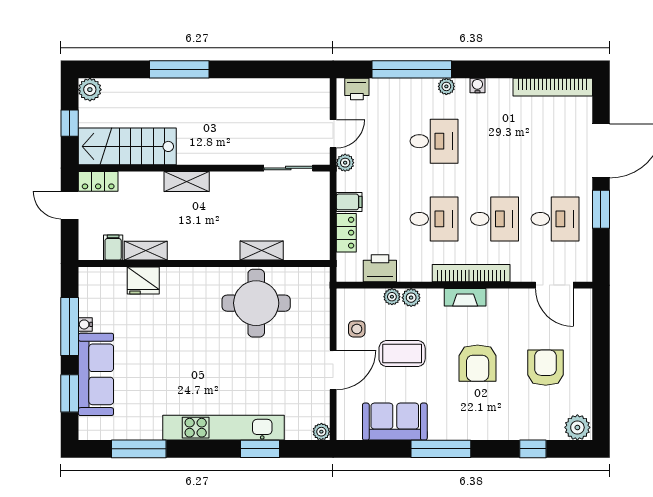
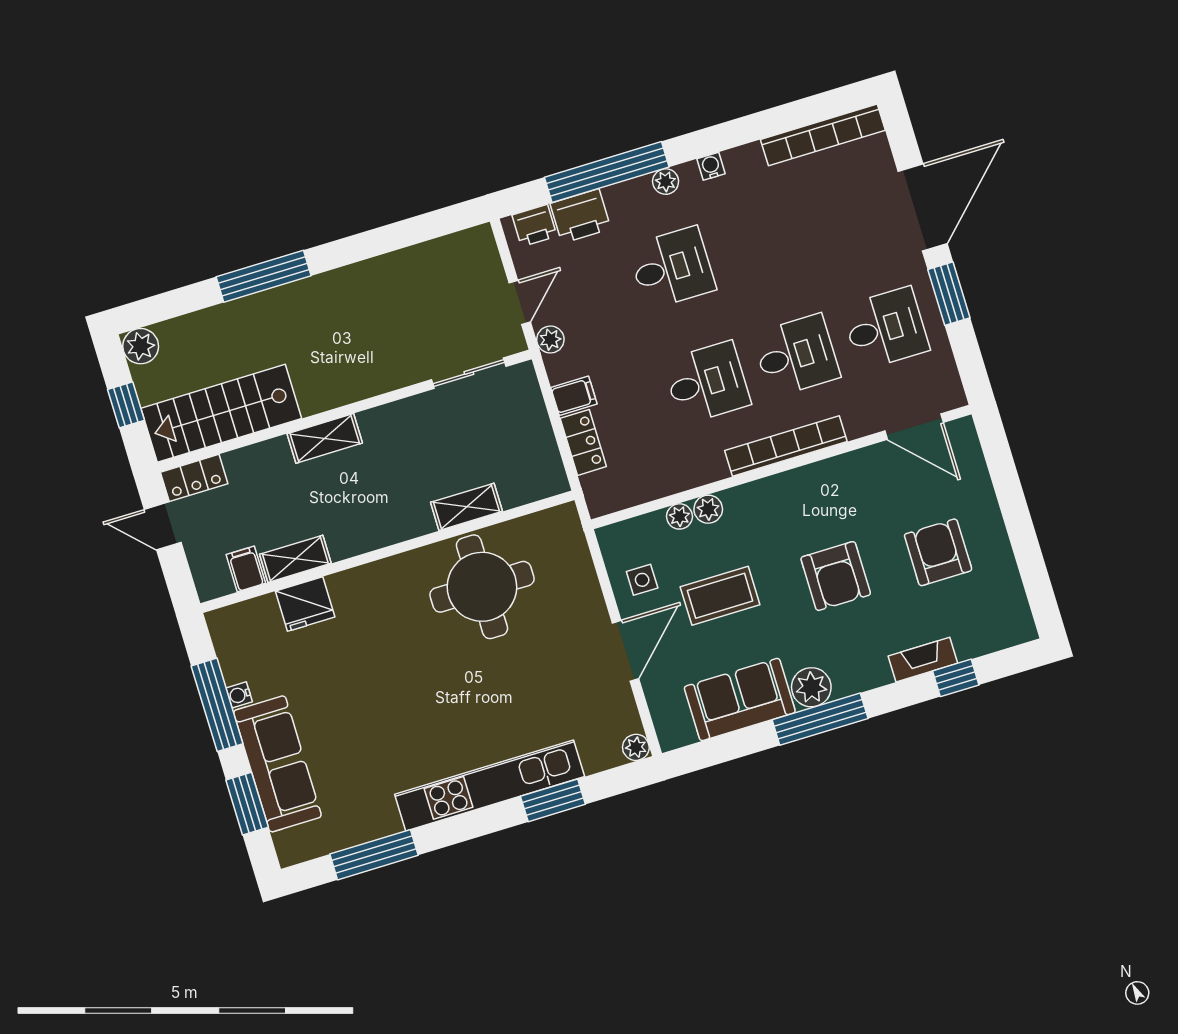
printer: (380, 268) -> (580, 216), moved, turned 180
fireplace: (465, 297) -> (923, 660), moved, turned 180
plant: (577, 427) -> (811, 687), moved

